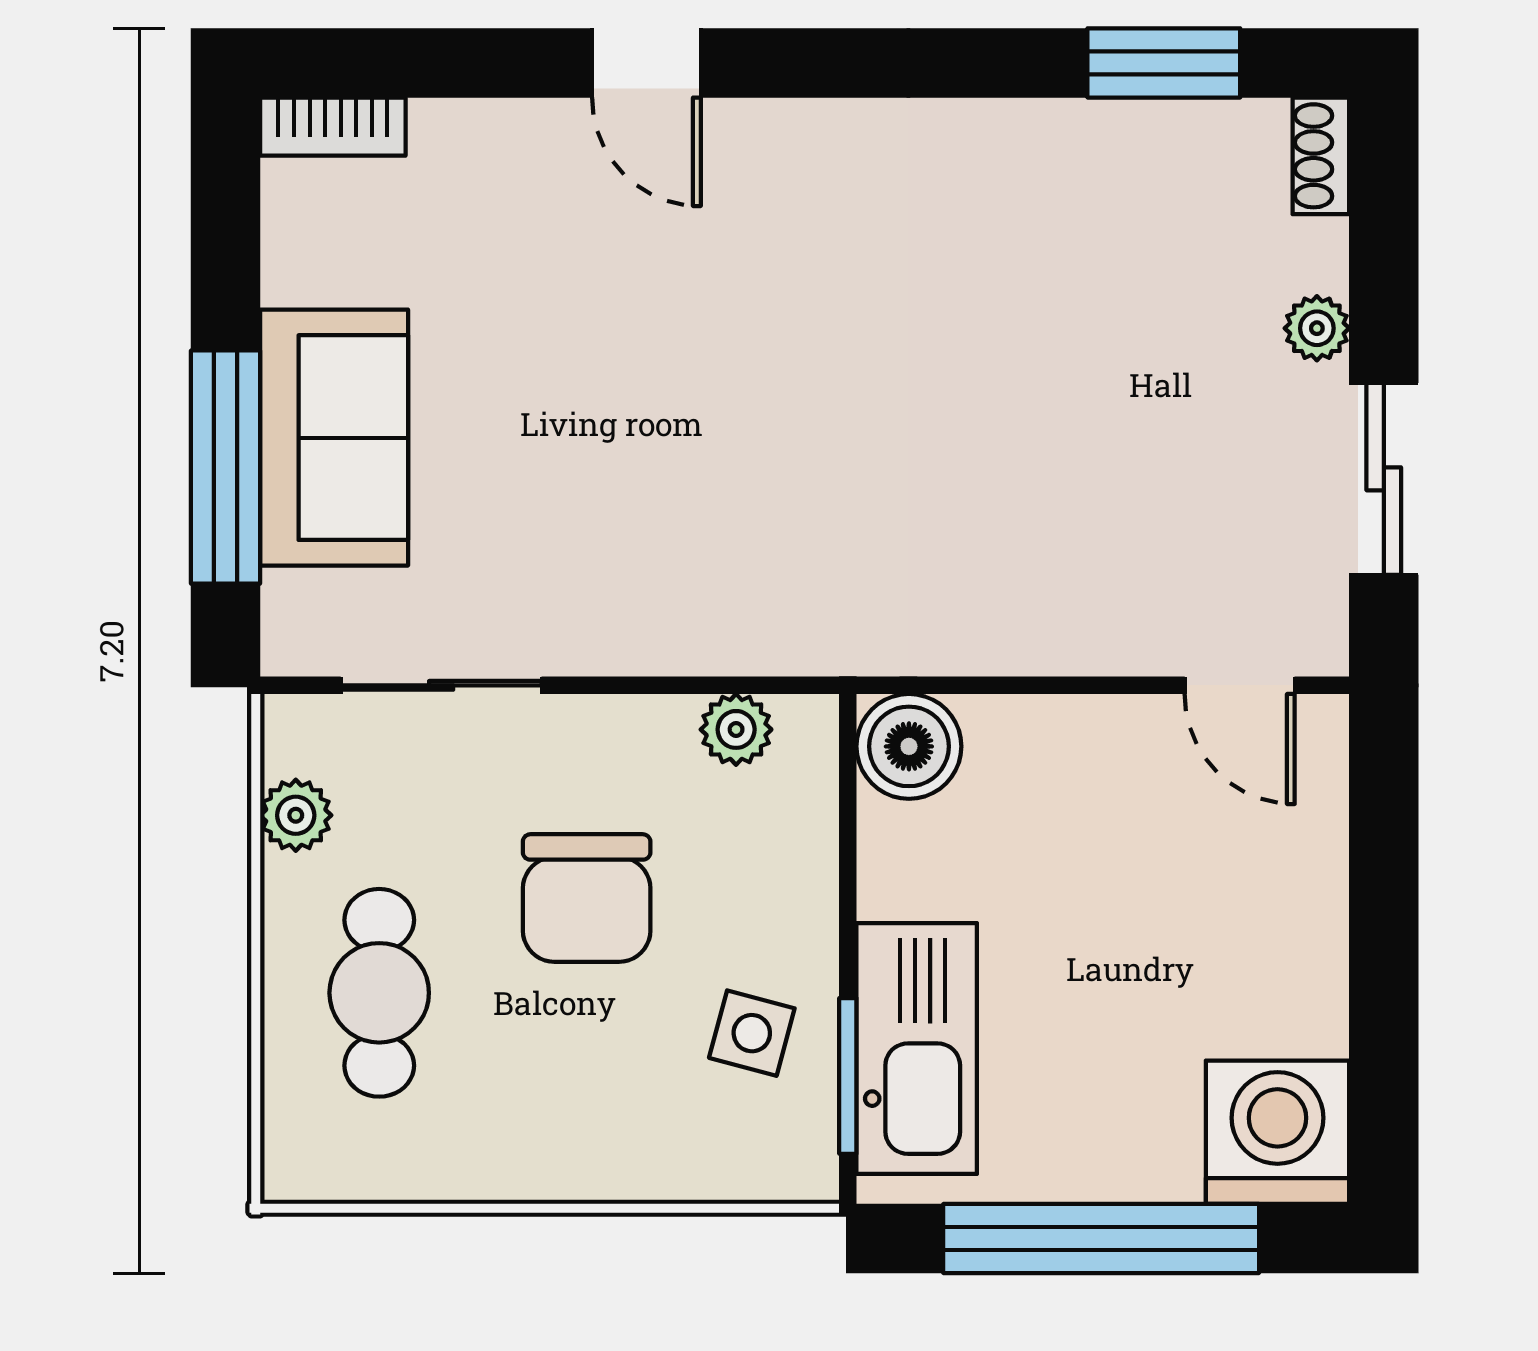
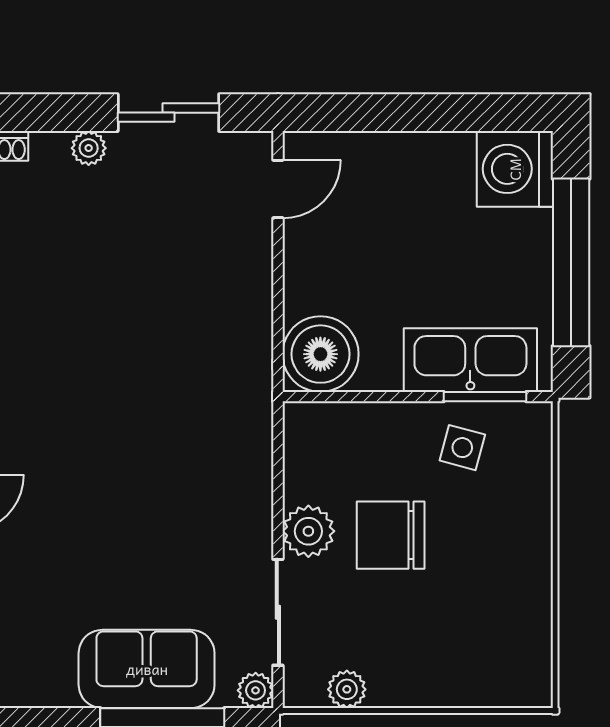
plant: (294, 643) -> (256, 690), added
plant: (736, 729) -> (308, 531), moved, width x1.38, depth x1.38
boiler: (909, 746) -> (320, 354), width x1.37, depth x1.37
chair: (587, 898) -> (391, 535), turned 180
cafe table: (379, 993) -> (441, 645), removed

